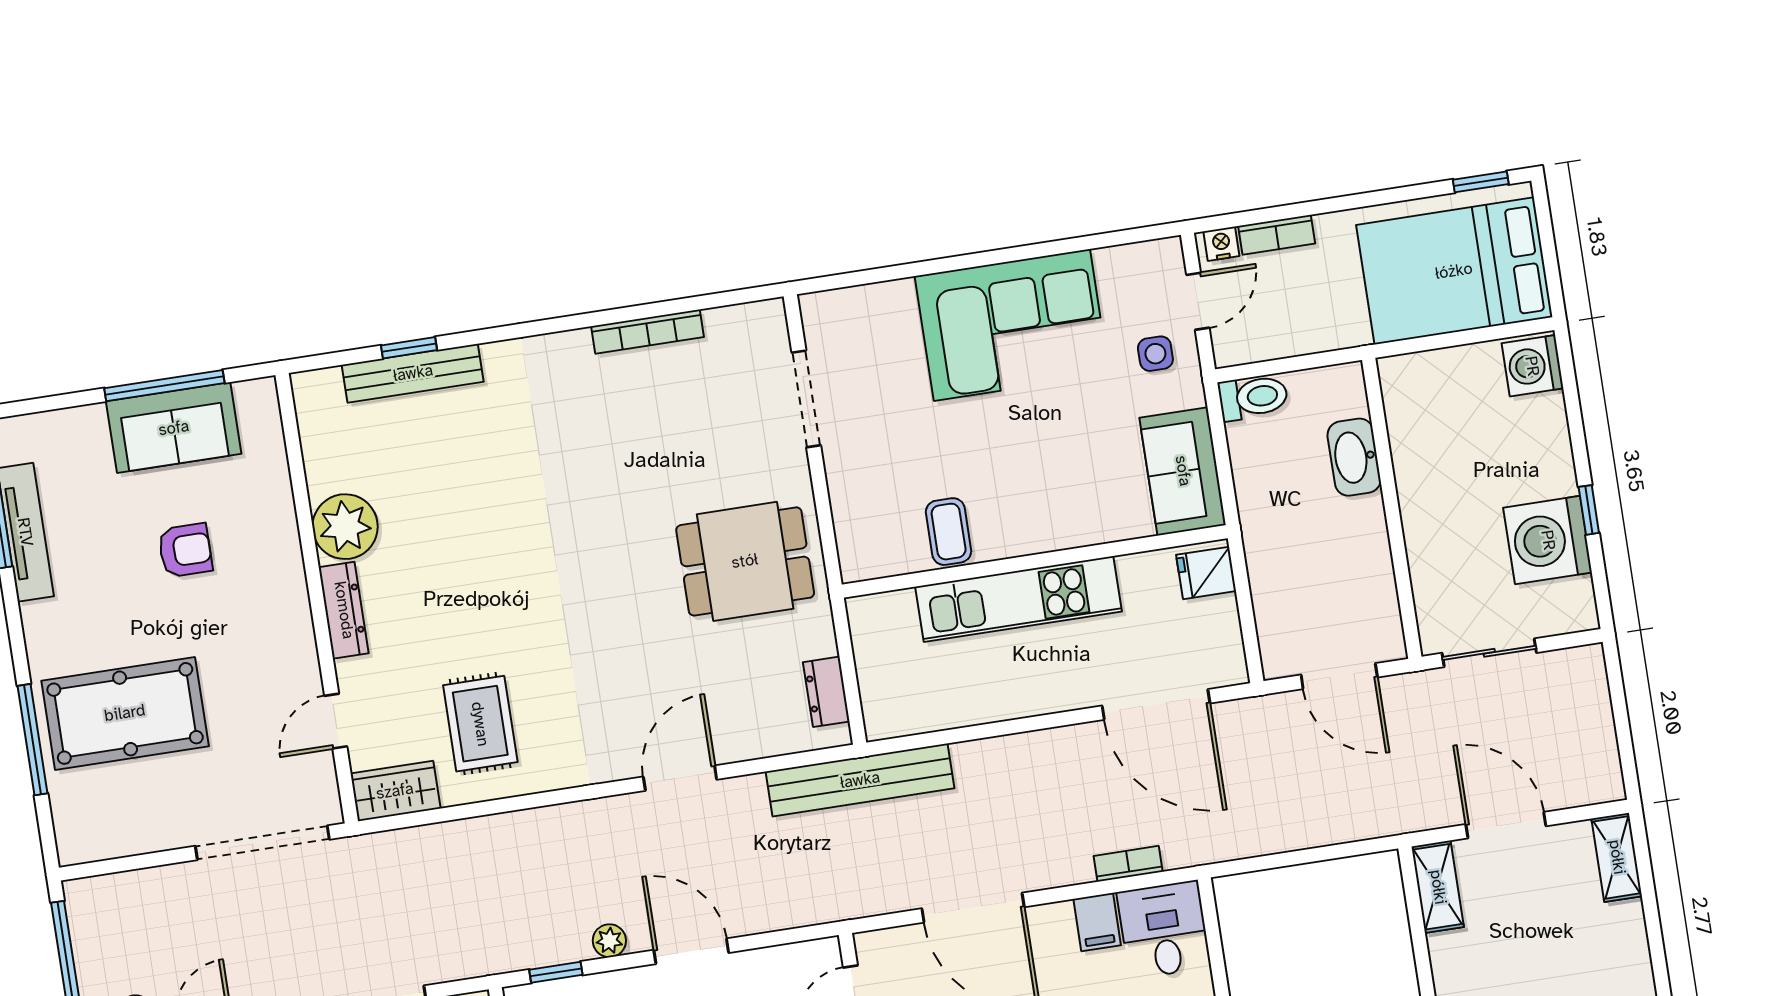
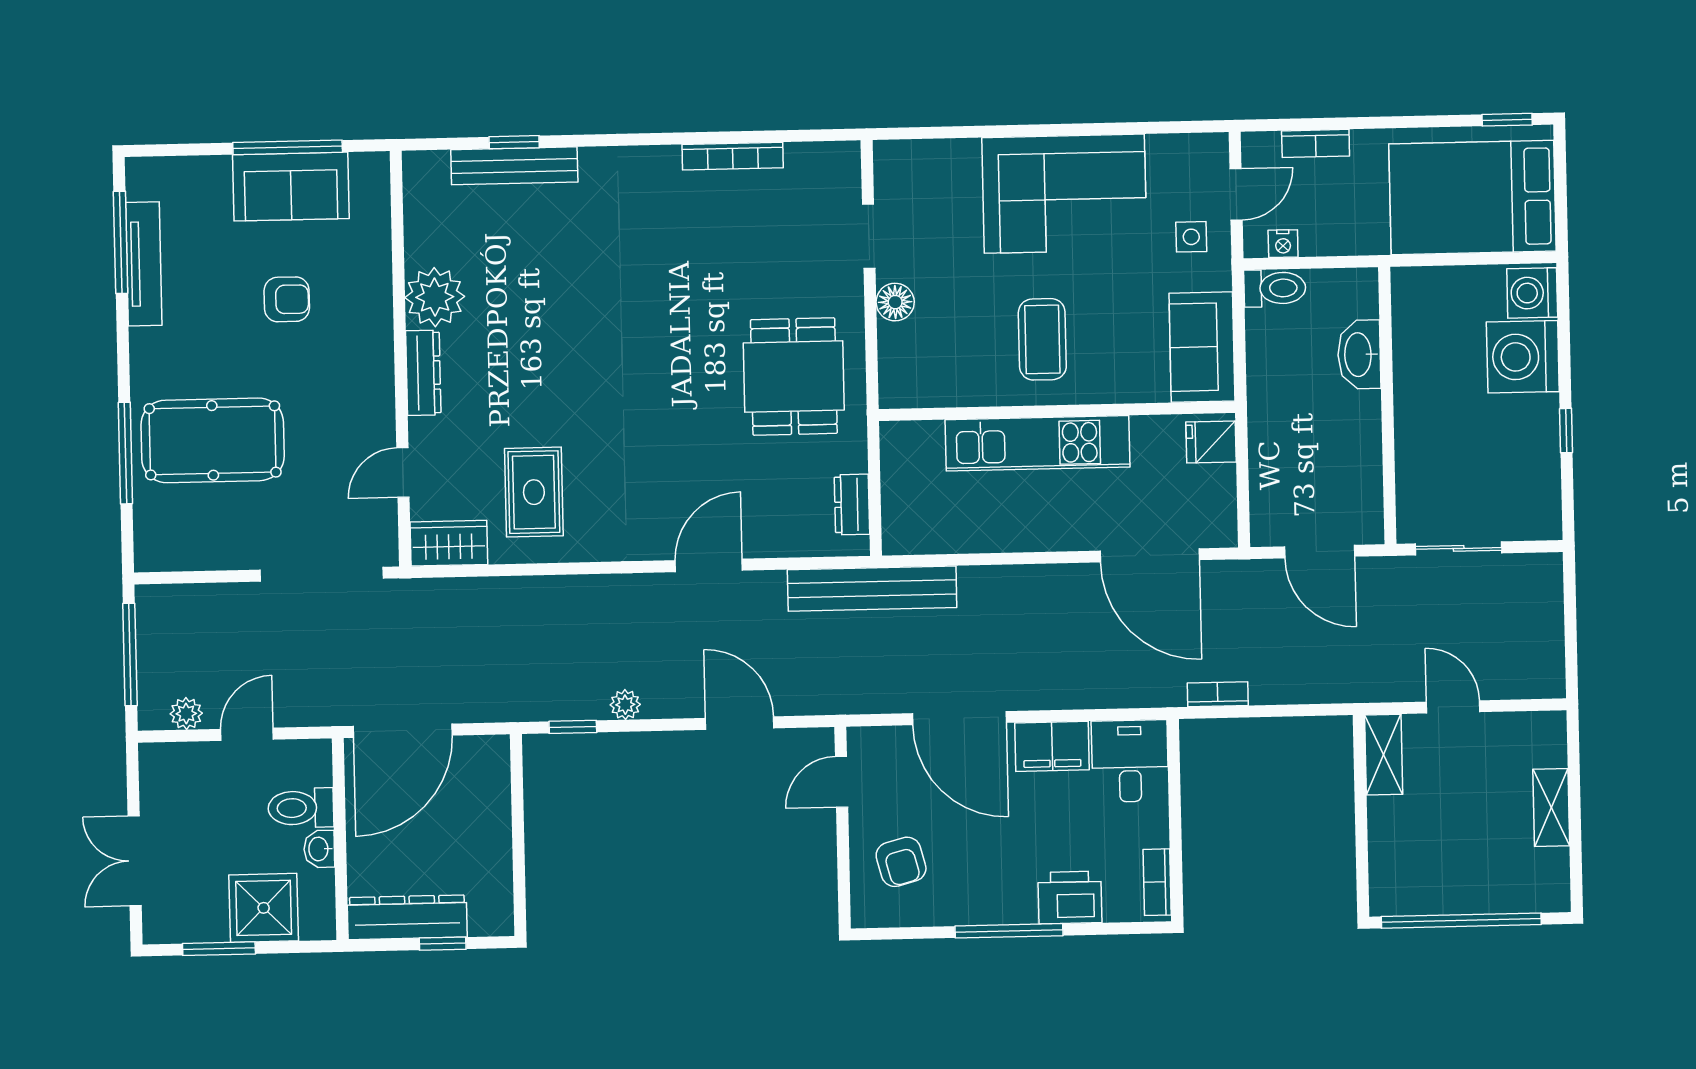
nightstand: (1221, 244) -> (1283, 244), moved, turned 180
doorway: (806, 399) -> (869, 236), width x0.73
floor lamp: (844, 466) -> (895, 302), added
coffee table: (949, 532) -> (1042, 339), moved, width x1.36, depth x1.30
washing machine: (1548, 540) -> (1523, 357), moved
dining table: (745, 561) -> (794, 377), turned 90
door: (1506, 825) -> (1453, 707), width x0.73
shelving: (1617, 857) -> (1551, 807), moved
bookcase: (1128, 864) -> (1218, 694), moved
filing cabinet: (1097, 922) -> (1052, 746), width x2.00
door: (691, 951) -> (740, 723), moved

